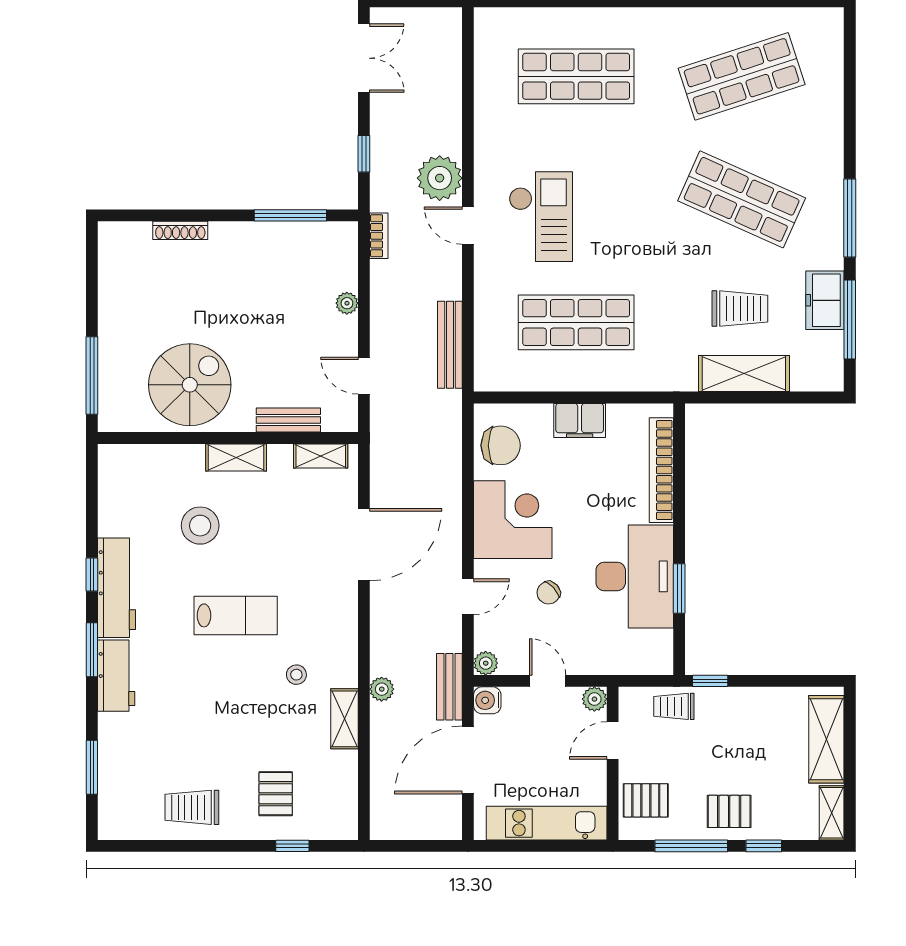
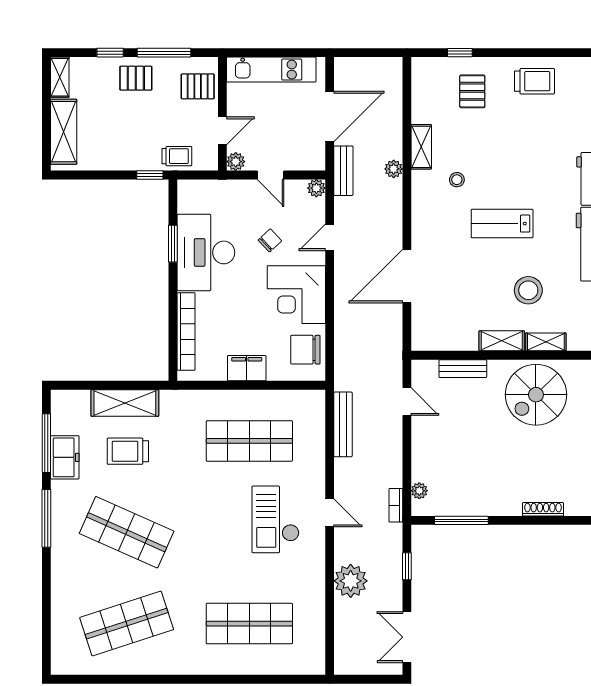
plant: (440, 178) -> (351, 581), moved
plant: (347, 303) -> (419, 491), moved
shelving: (321, 456) -> (546, 342), moved
water cooler: (487, 700) -> (315, 161), removed

